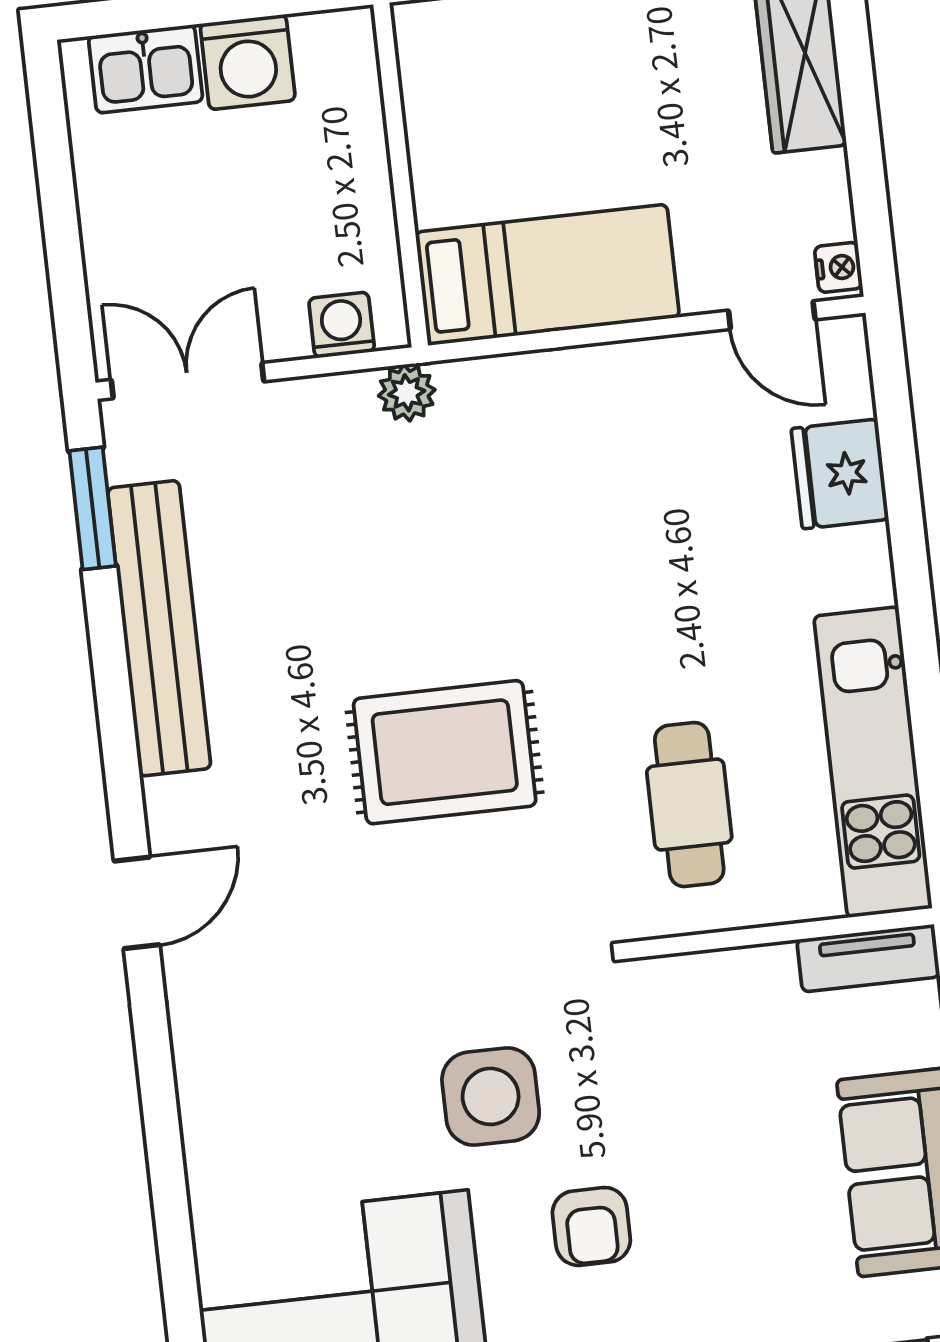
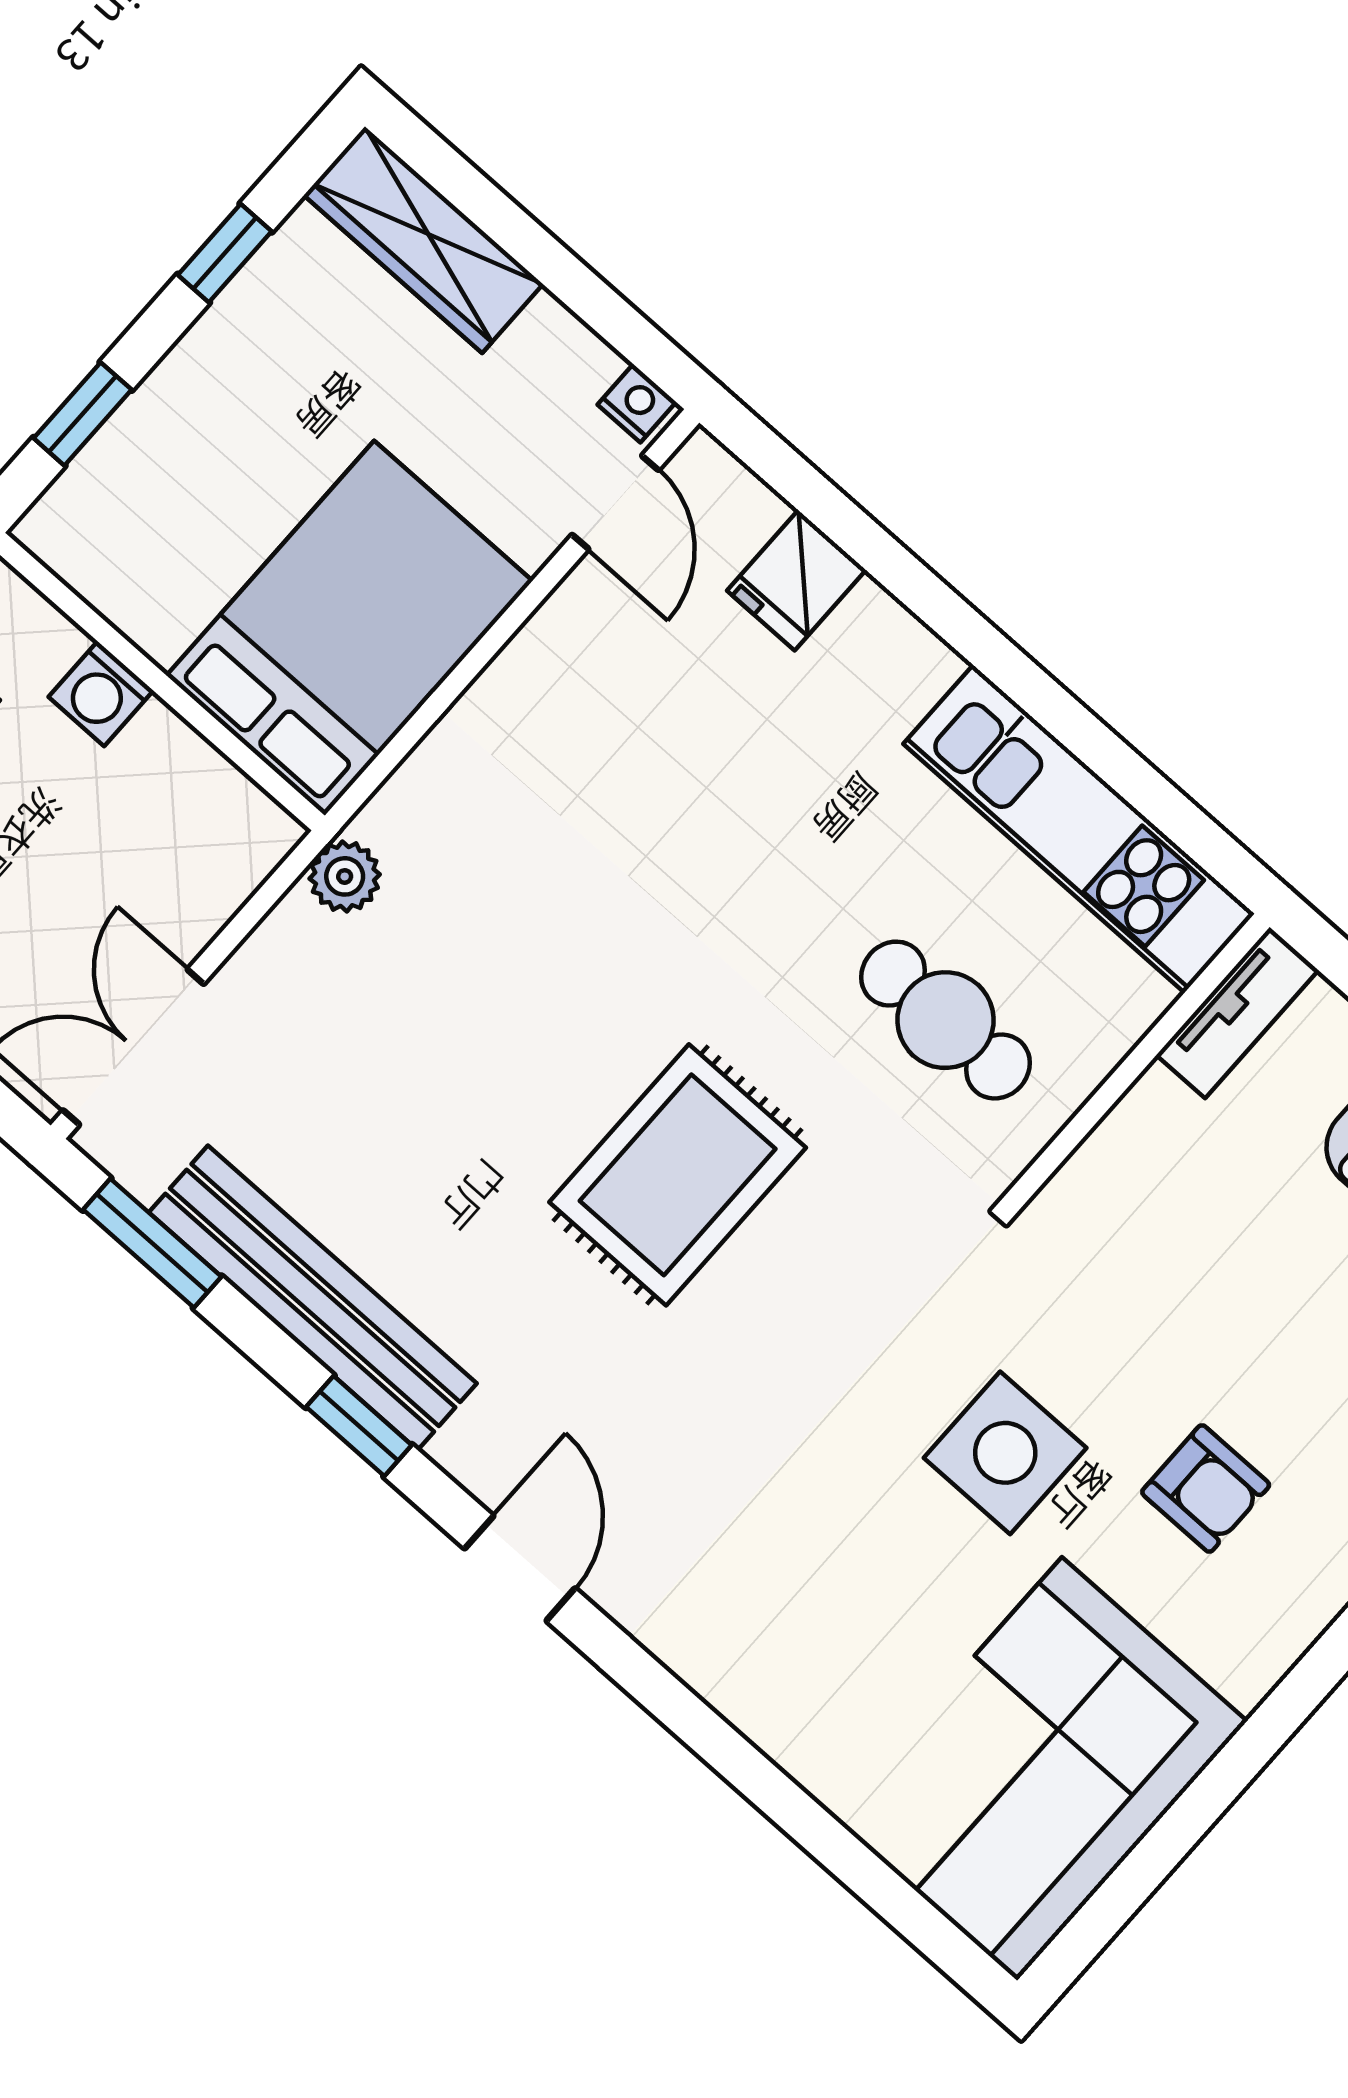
bed: (547, 275) -> (349, 628), width x1.50
door: (772, 315) -> (615, 502), hinge flipped
washing machine: (342, 325) -> (101, 694), moved, turned -90
fridge: (840, 474) -> (797, 580), width x0.72
window: (117, 730) -> (359, 1426), added

